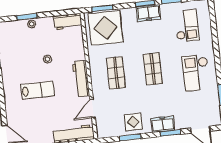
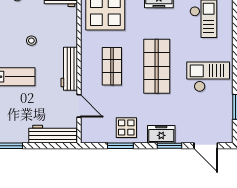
shop shelf: (153, 69) -> (157, 66), width x1.43, depth x1.36
checkout: (196, 73) -> (208, 77), turned 90
door: (93, 108) -> (79, 106), swing flipped

